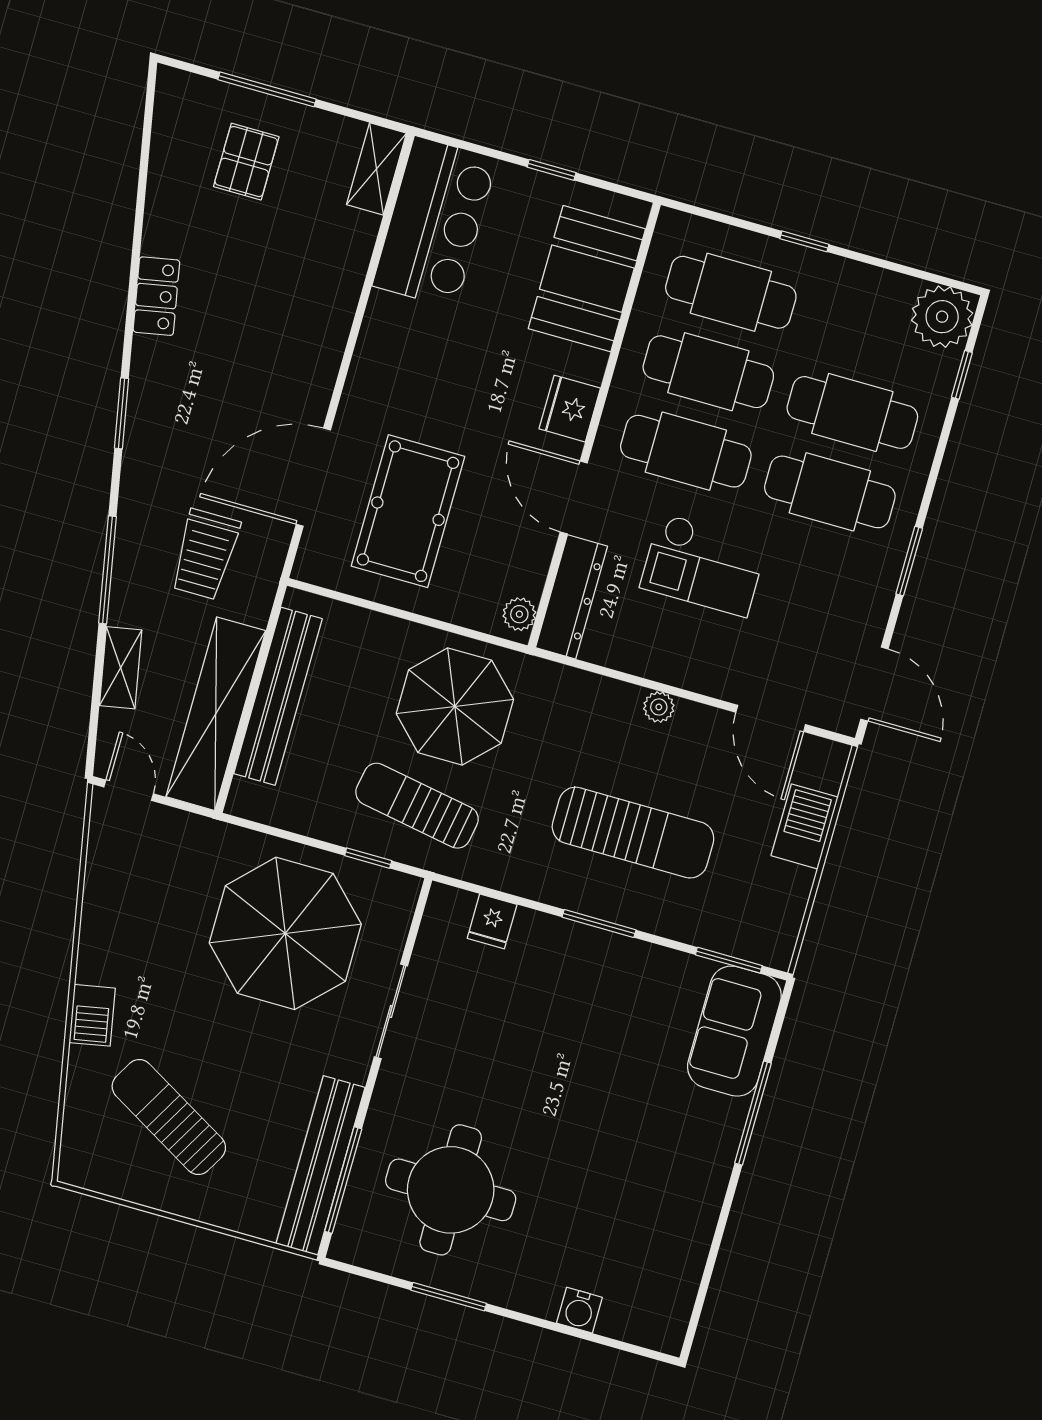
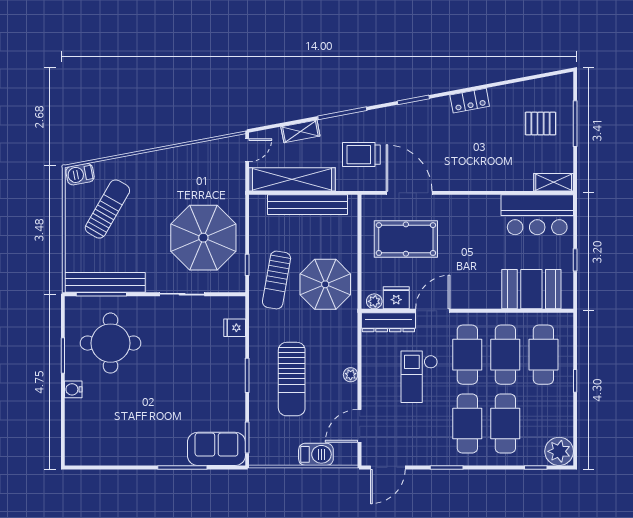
fridge: (570, 409) -> (396, 298), moved
sun lounger: (417, 806) -> (277, 280), turned 180
barbecue: (92, 1015) -> (80, 174), moved
water cooler: (579, 1310) -> (73, 389), moved

